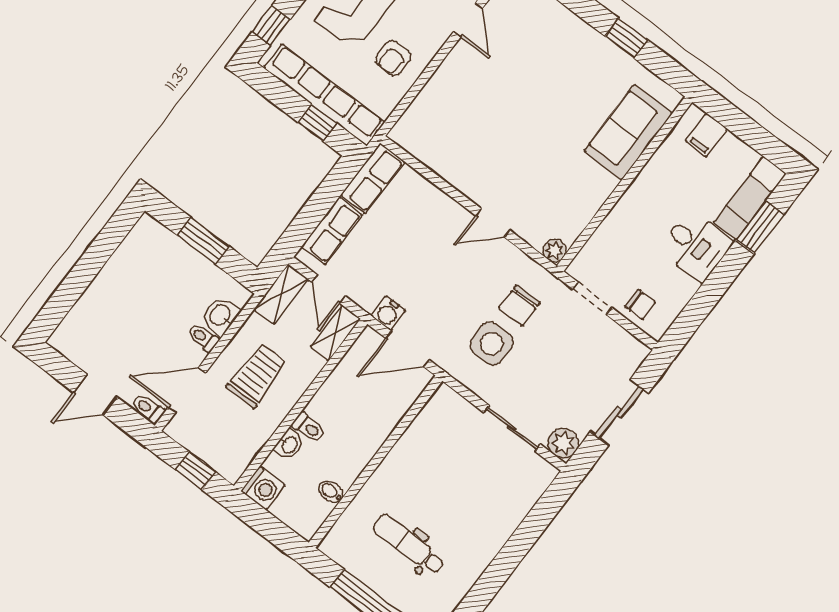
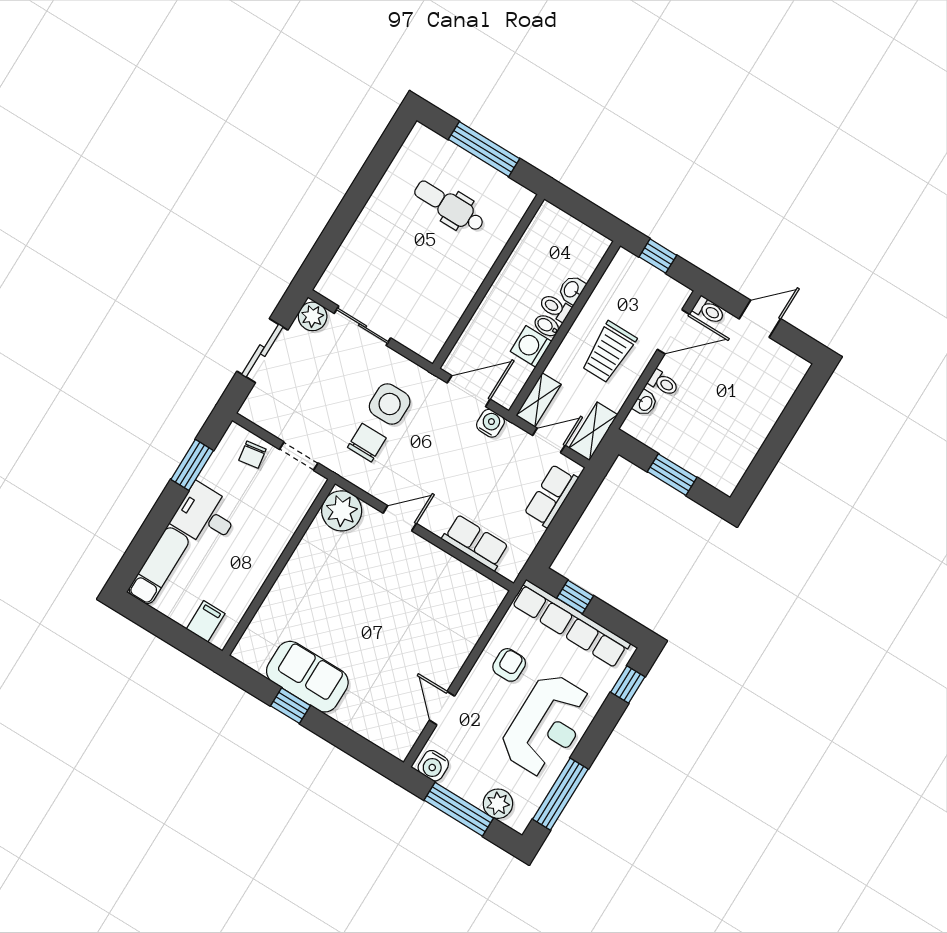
sofa: (628, 132) -> (307, 677), moved, turned -90
row of seats: (373, 178) -> (475, 543), moved, turned 90
window: (760, 227) -> (192, 465), moved
plant: (555, 251) -> (342, 511), width x1.87, depth x1.87
door: (329, 289) -> (549, 440), hinge flipped
chair: (640, 305) -> (252, 455), turned -99
washbasin: (221, 316) -> (645, 403), width x0.72, depth x0.69
washing machine: (263, 488) -> (531, 346), moved
bidet: (331, 492) -> (547, 326), moved, turned 180
dental chair: (409, 545) -> (449, 206), turned 180

